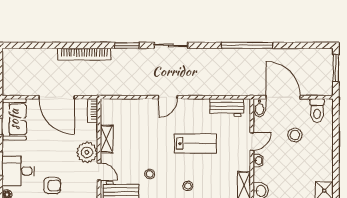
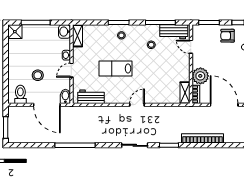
shelving: (107, 139) -> (185, 93), moved
plant: (87, 152) -> (200, 76), moved

